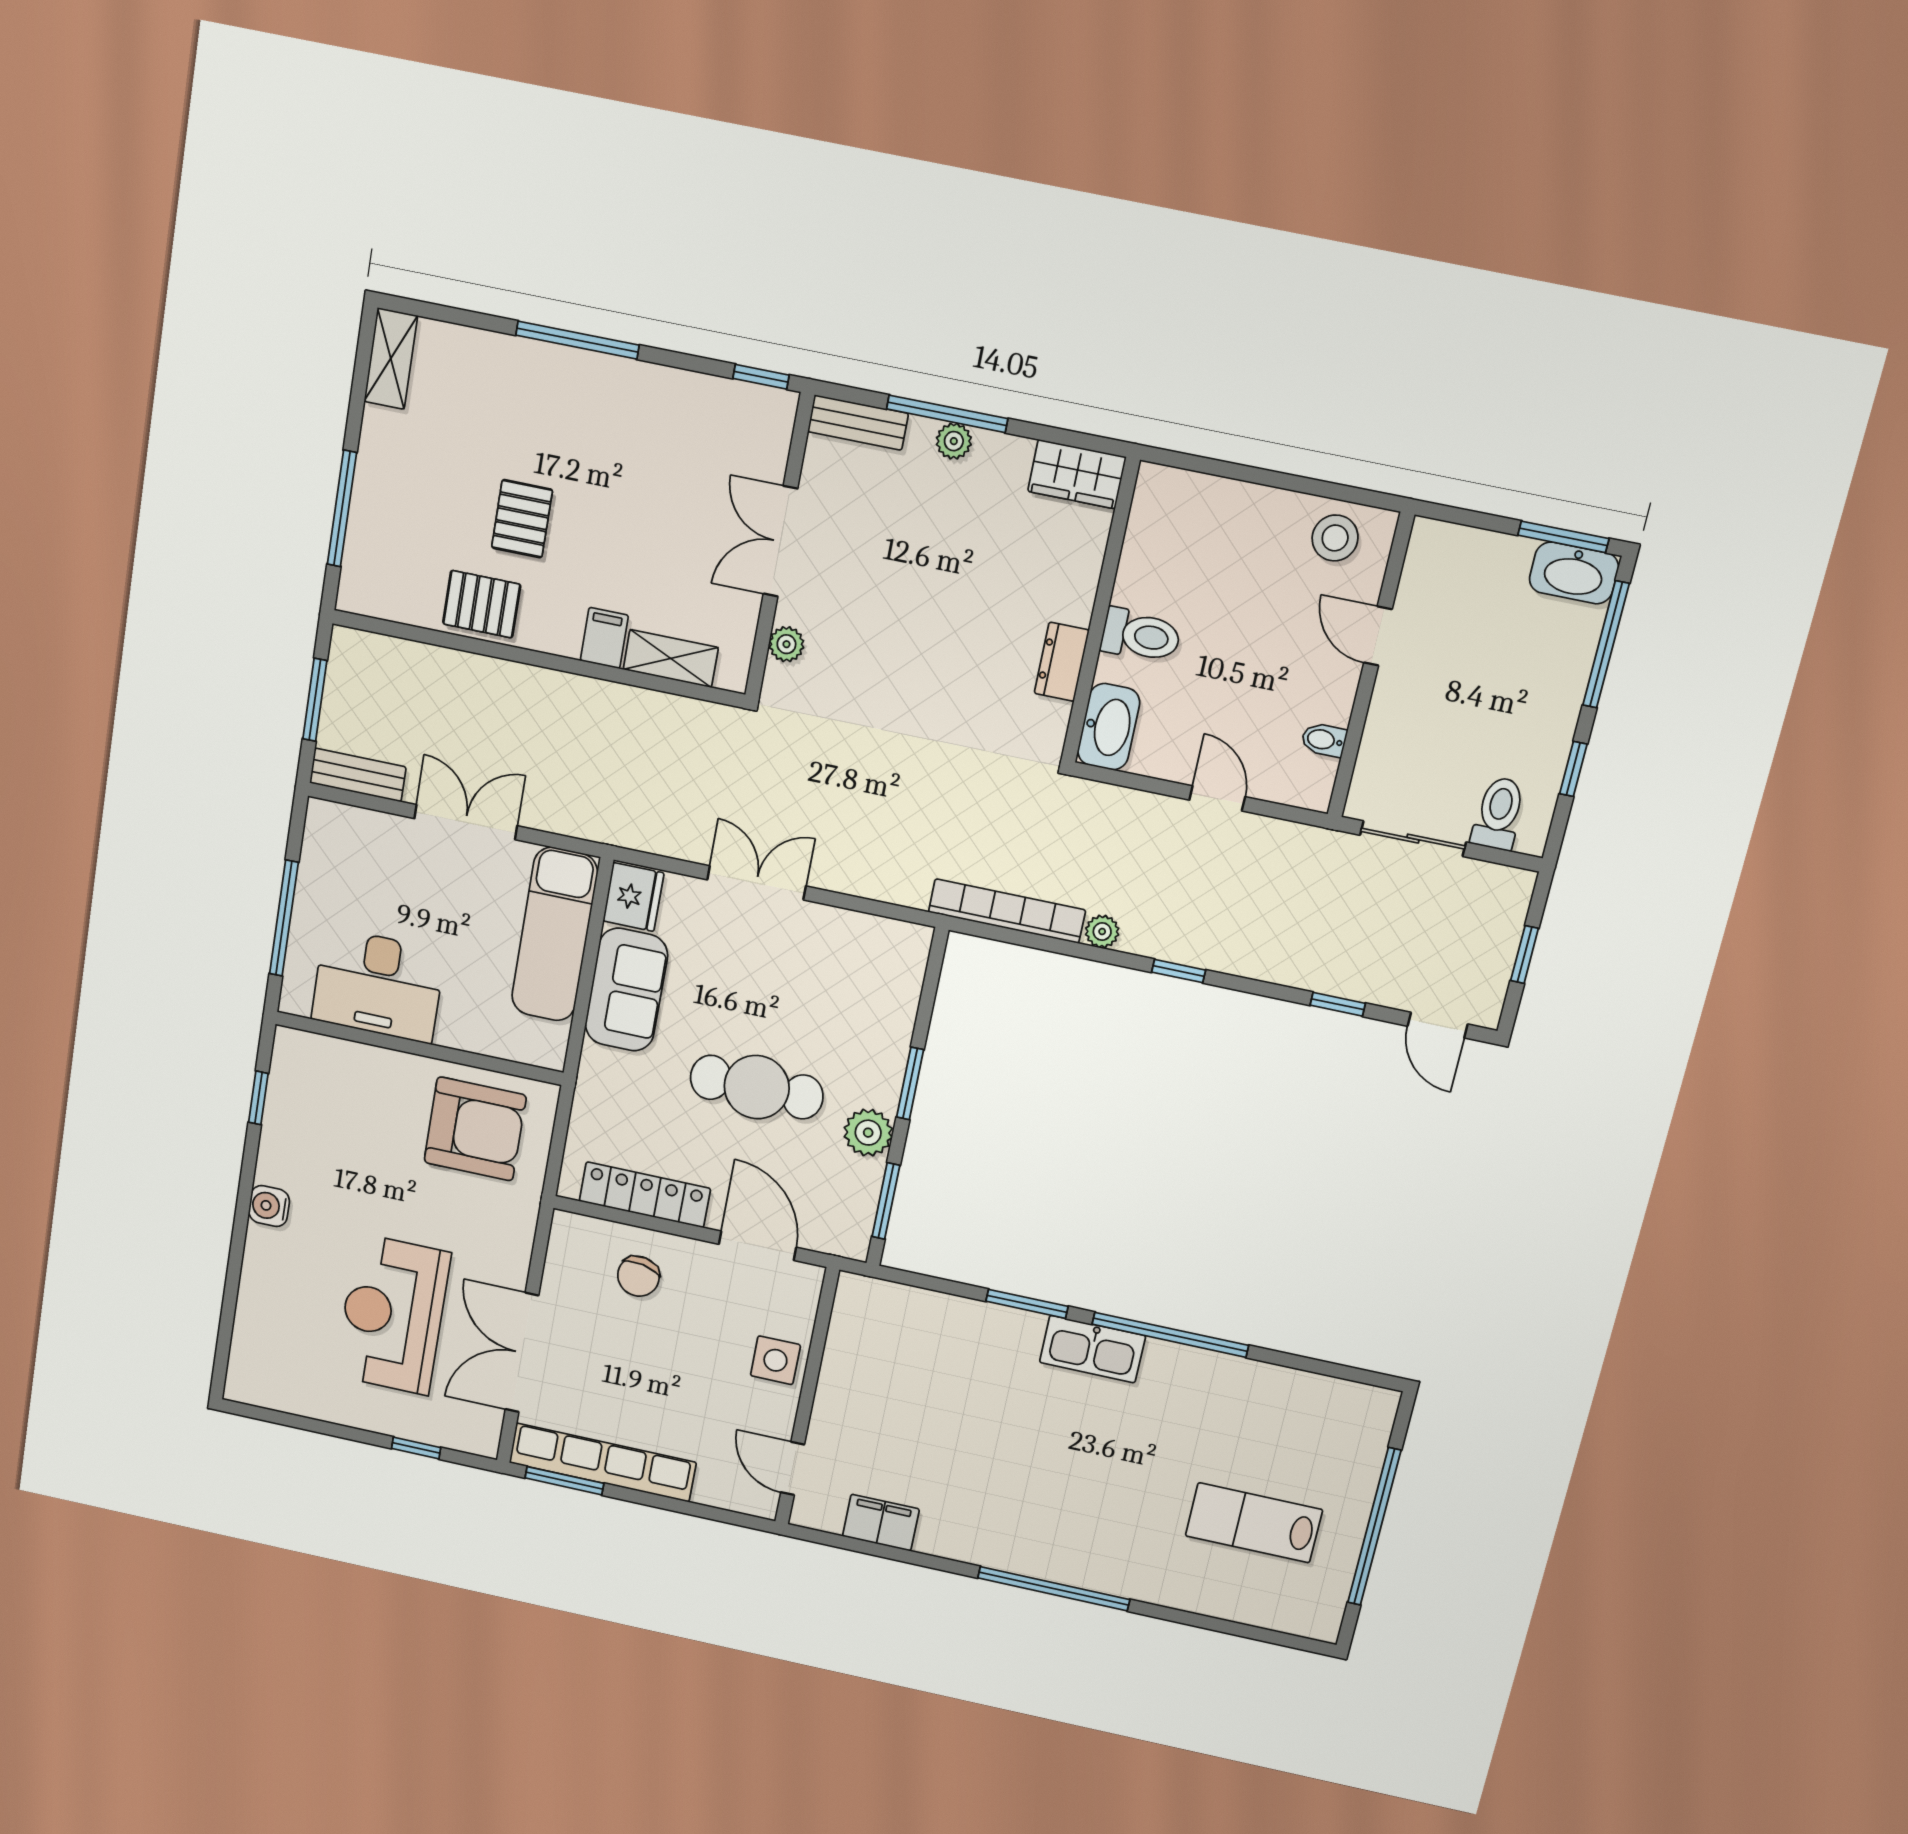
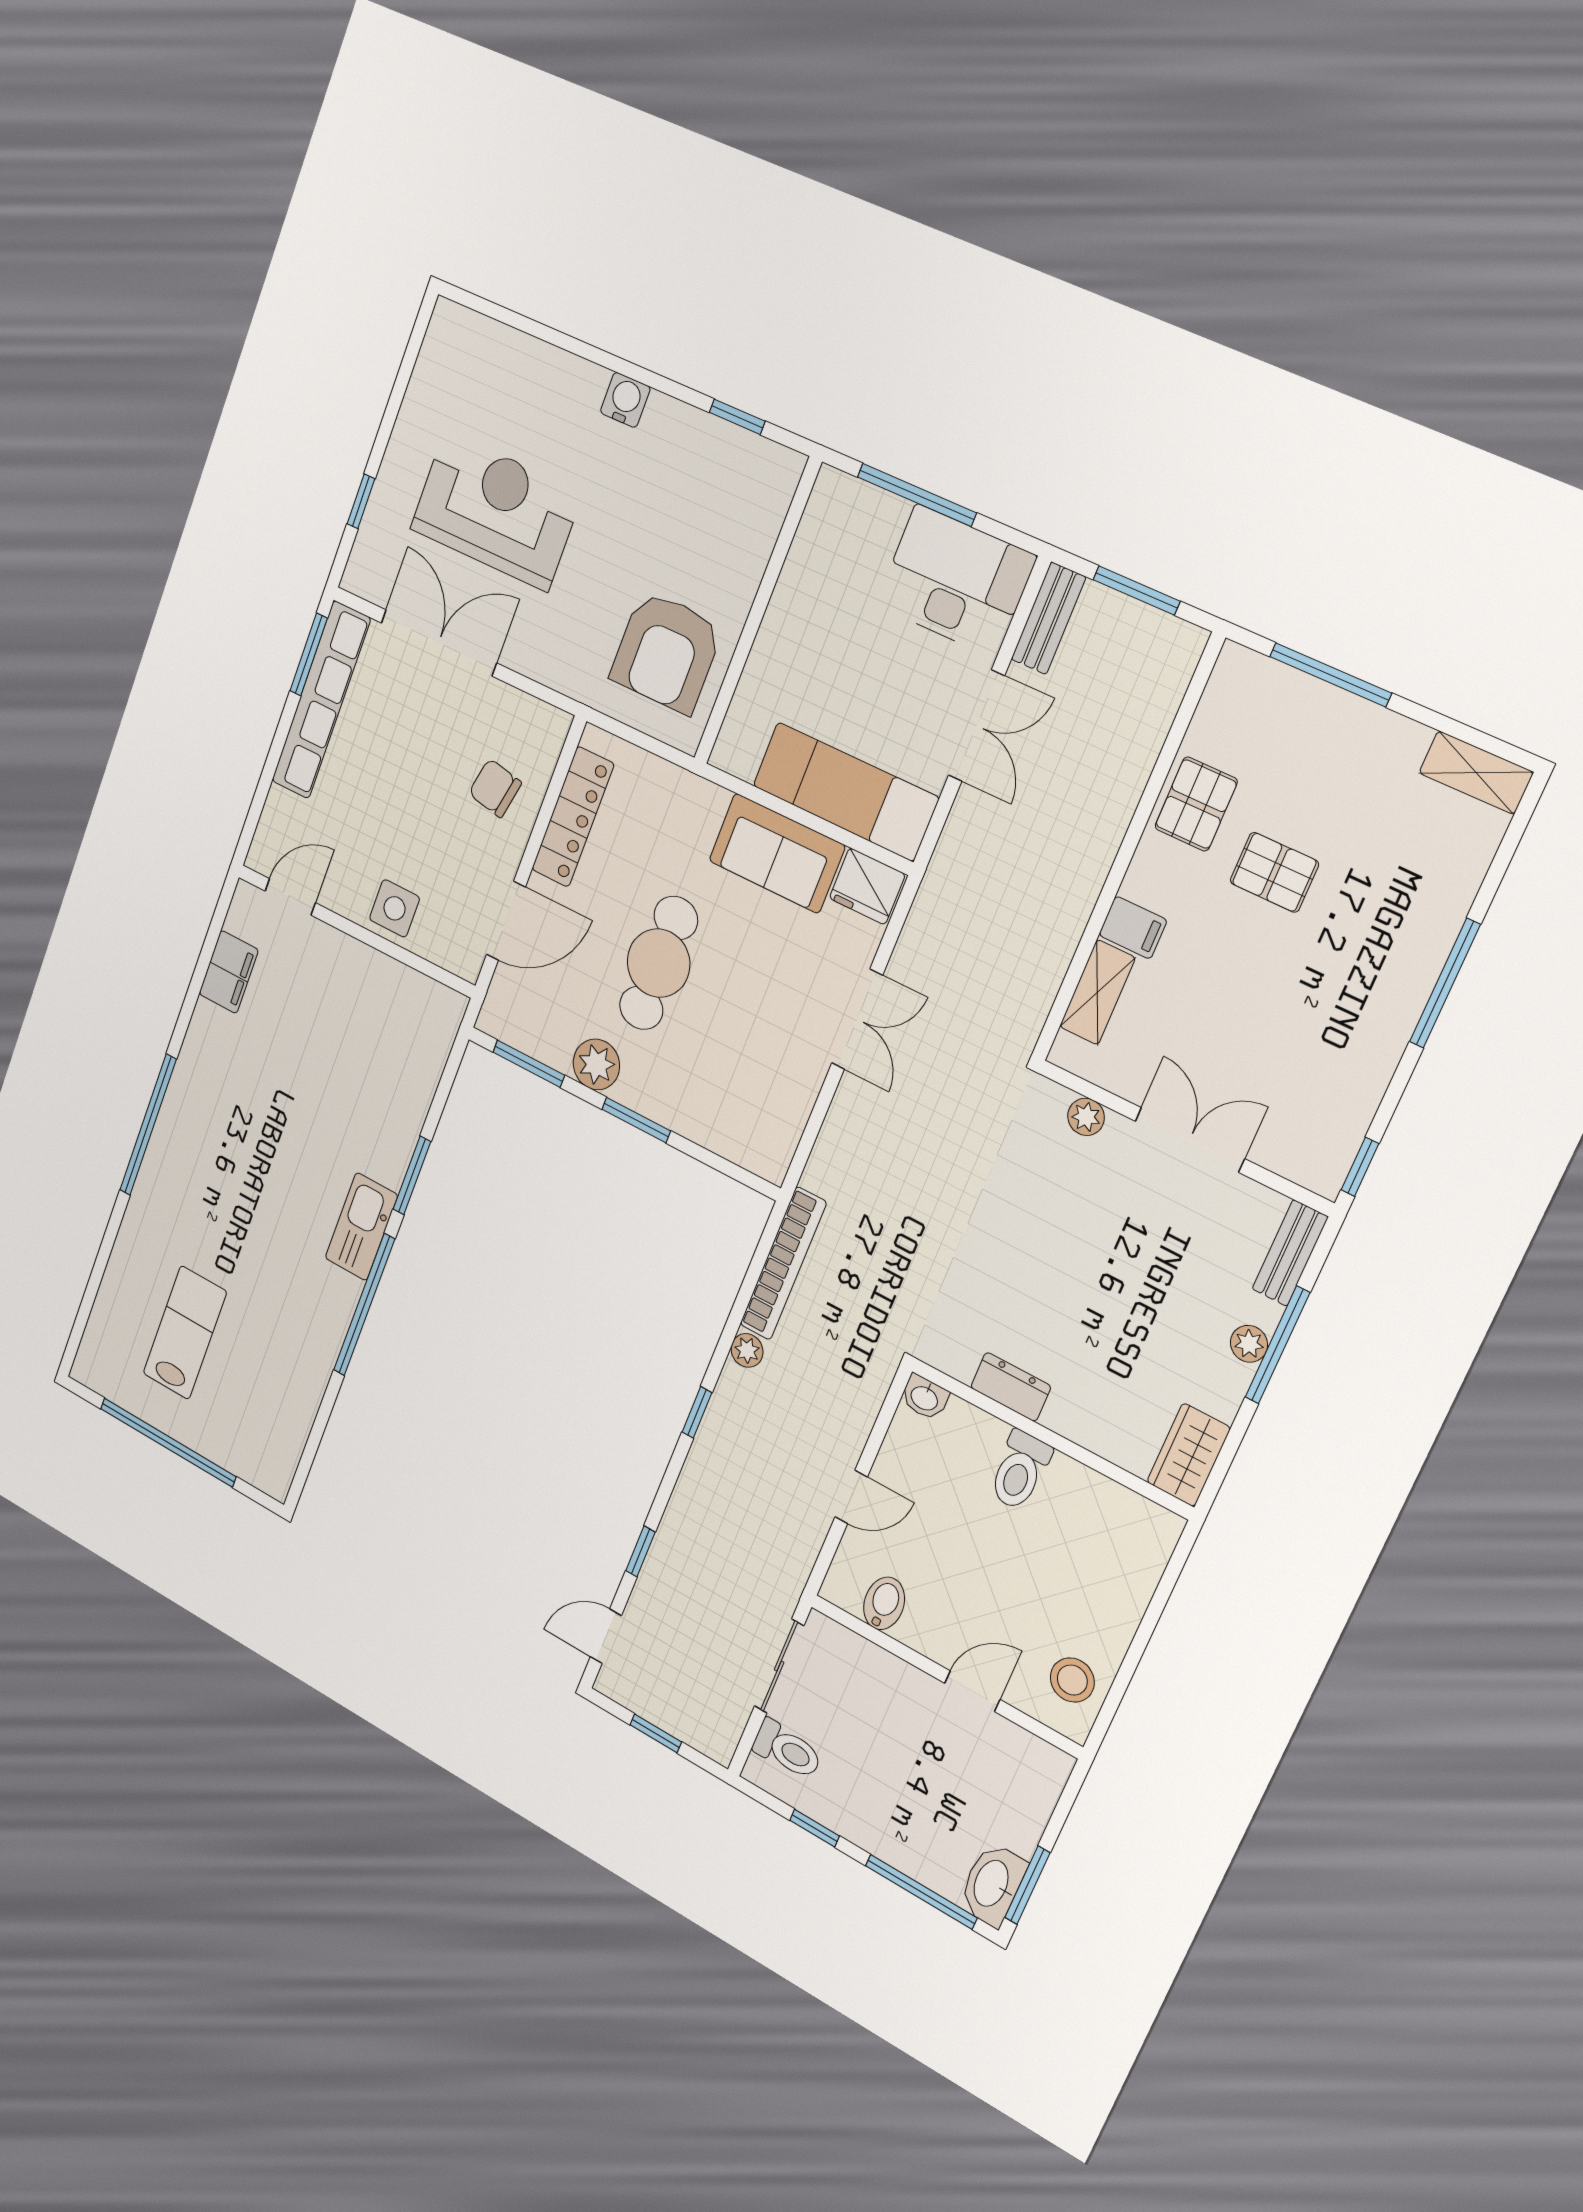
washbasin: (1109, 727) -> (925, 1397), width x0.52, depth x0.69
bidet: (1324, 740) -> (884, 1603), width x1.38, depth x1.36
desk: (378, 985) -> (956, 581), moved, turned 90

